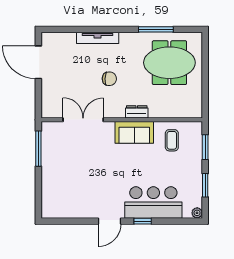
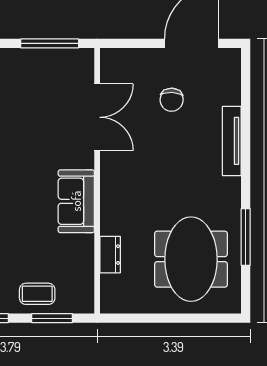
chair: (109, 79) -> (172, 100), moved
dresser: (137, 112) -> (110, 255), moved
coffee table: (172, 140) -> (37, 294), moved

